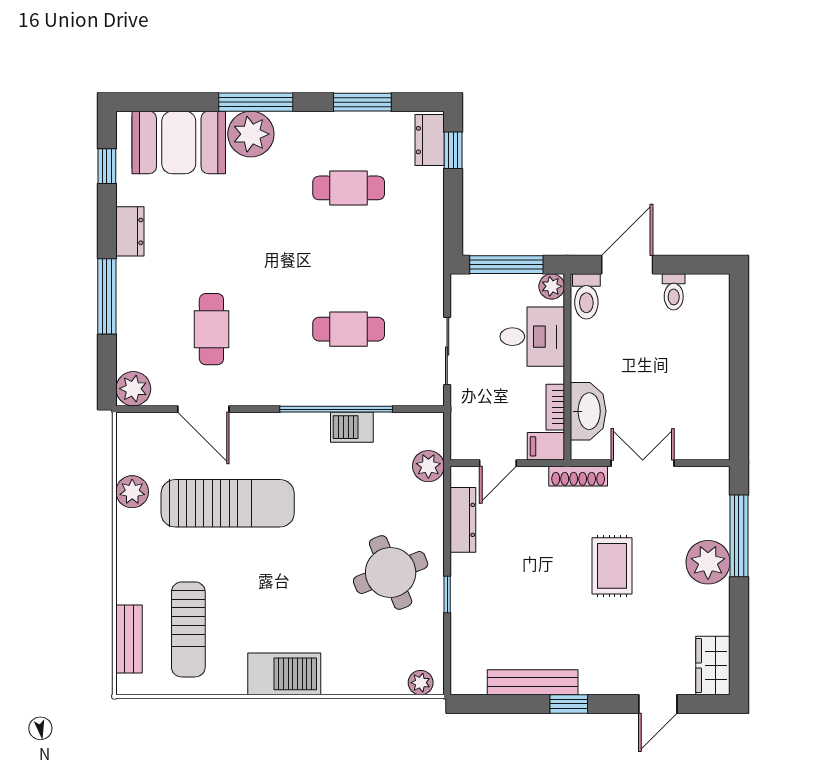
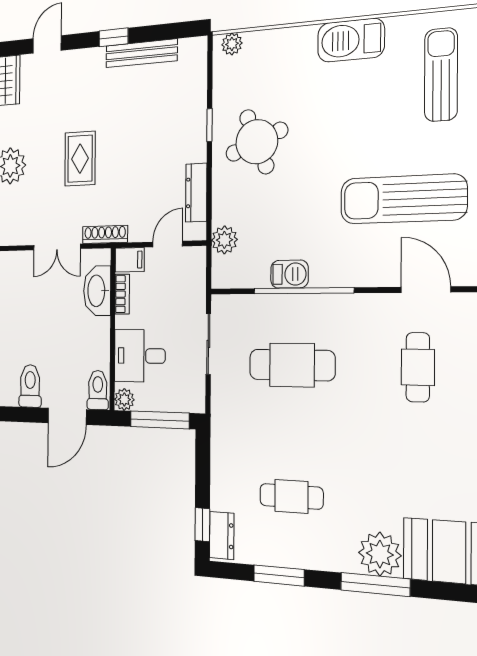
toilet: (674, 292) -> (30, 386), width x1.37, depth x1.39
cafe table: (349, 329) -> (292, 365), width x1.37, depth x1.35

